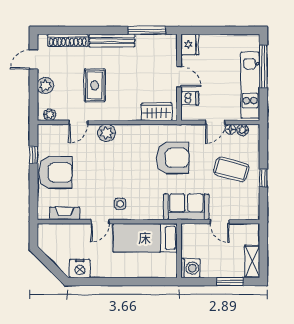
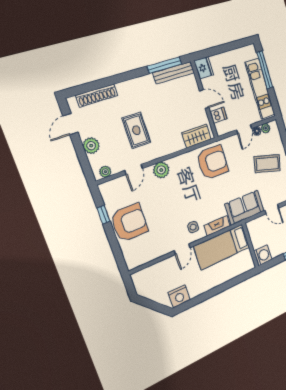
bench: (112, 41) -> (174, 73), moved
armchair: (173, 158) -> (213, 162), moved
fireplace: (65, 213) -> (217, 226), moved

